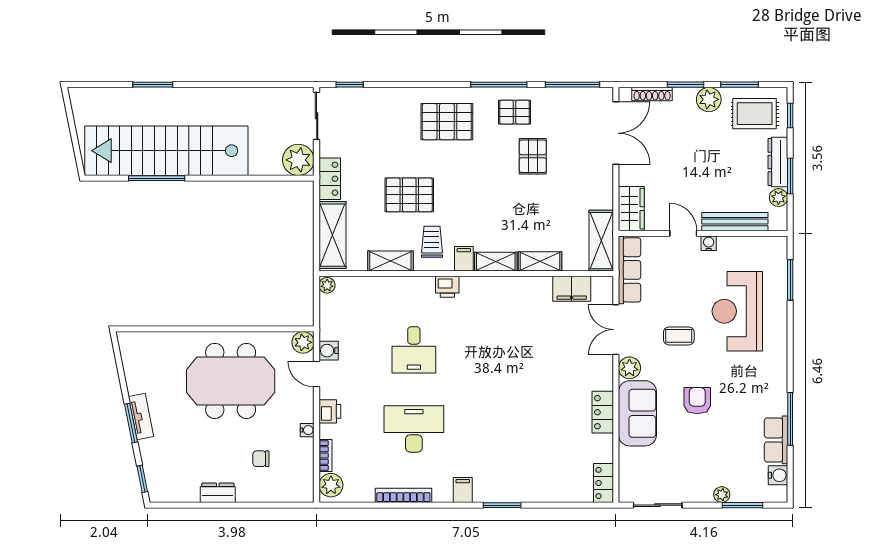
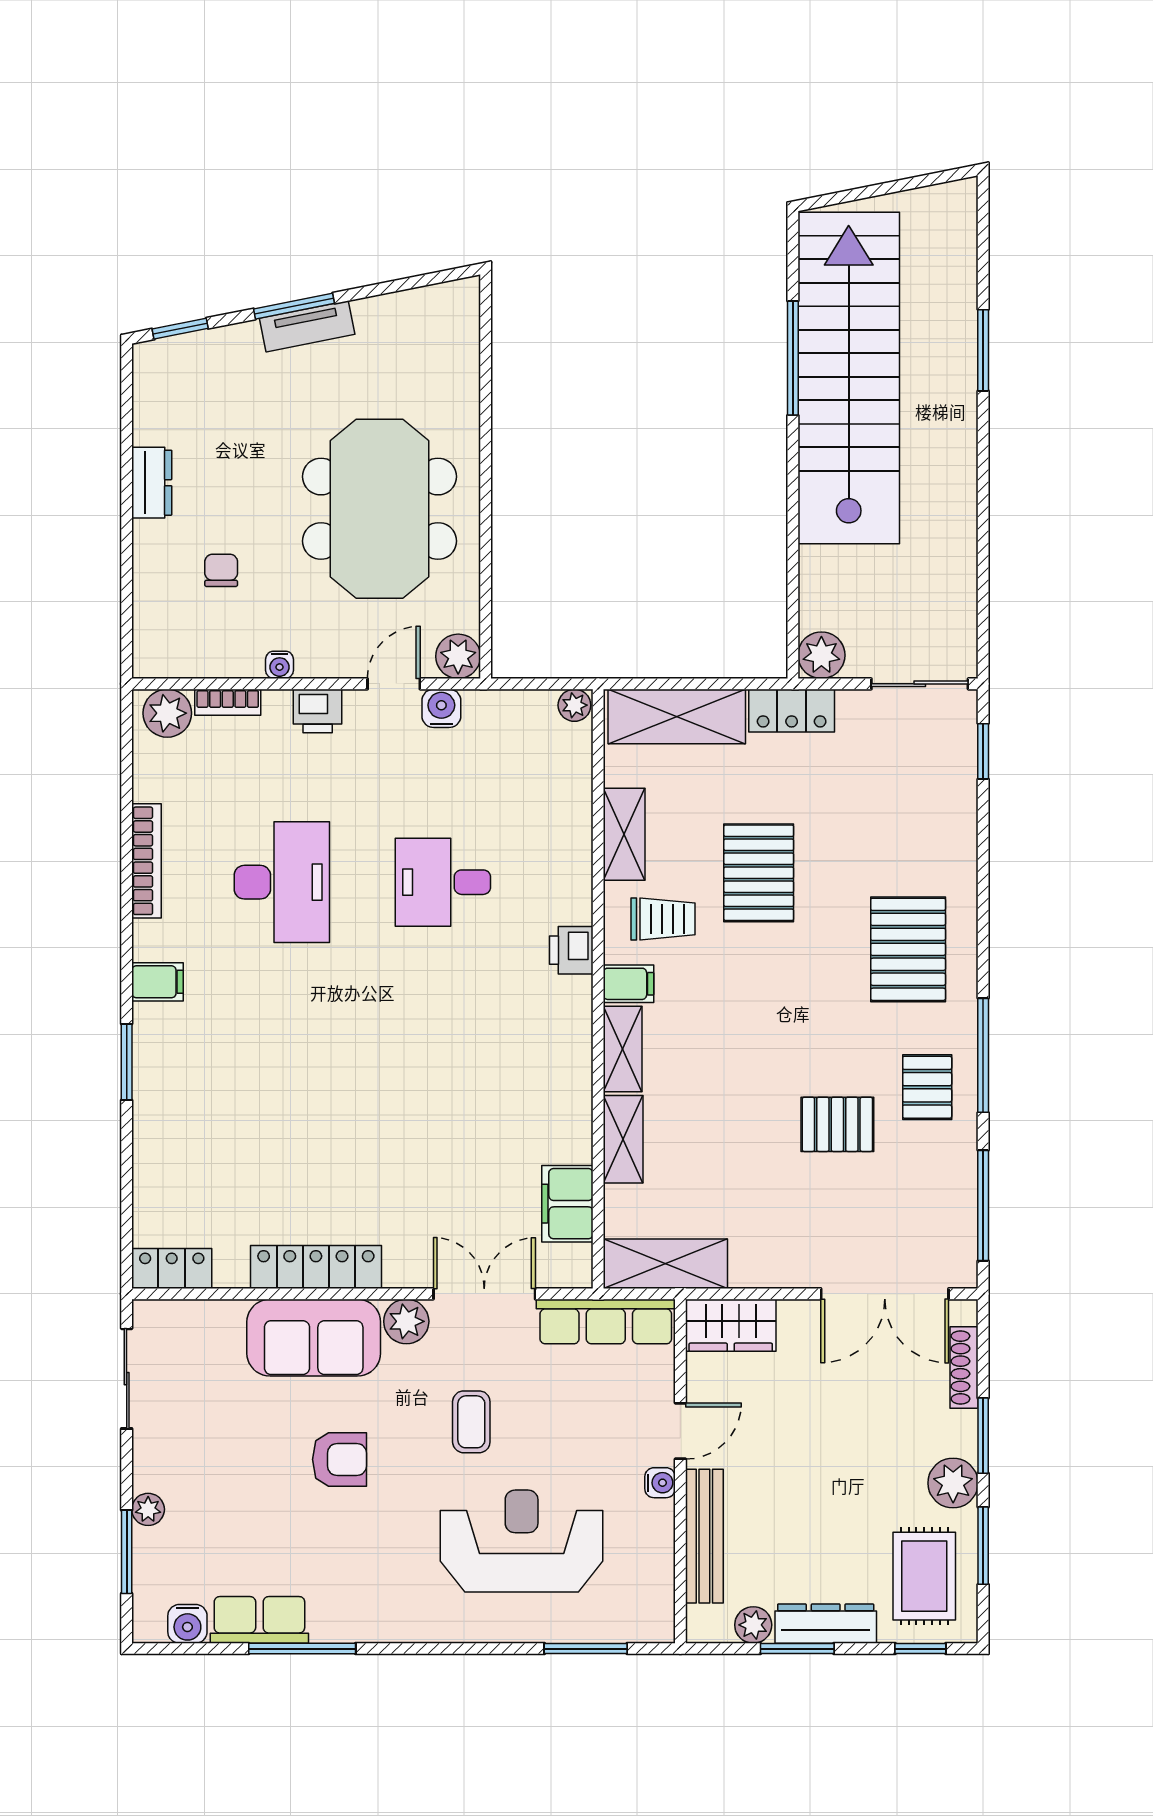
plant: (298, 160) -> (821, 655), width x0.73, depth x0.73
locker: (603, 412) -> (316, 1267), width x1.53

